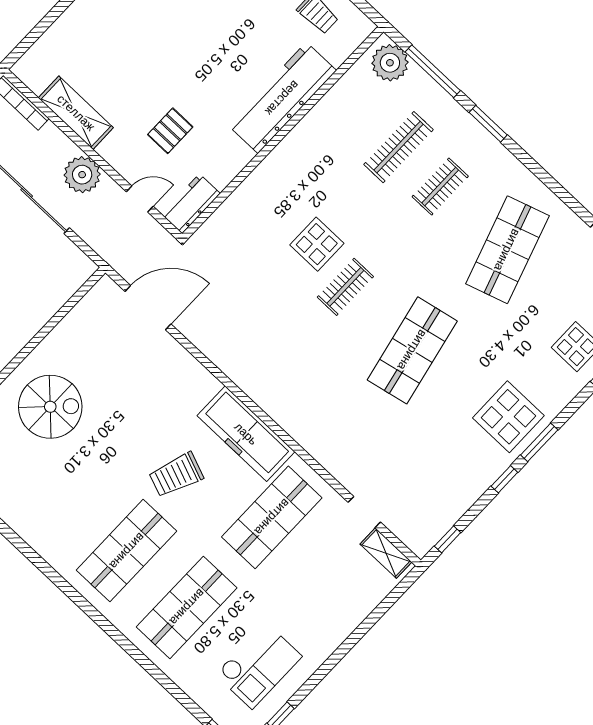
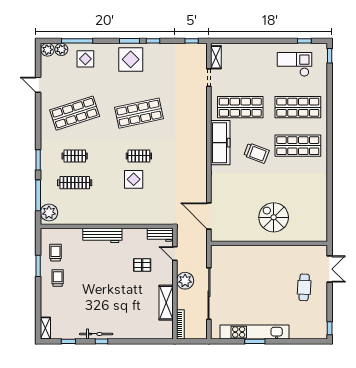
workbench: (282, 98) -> (102, 235), width x0.73, depth x0.76

